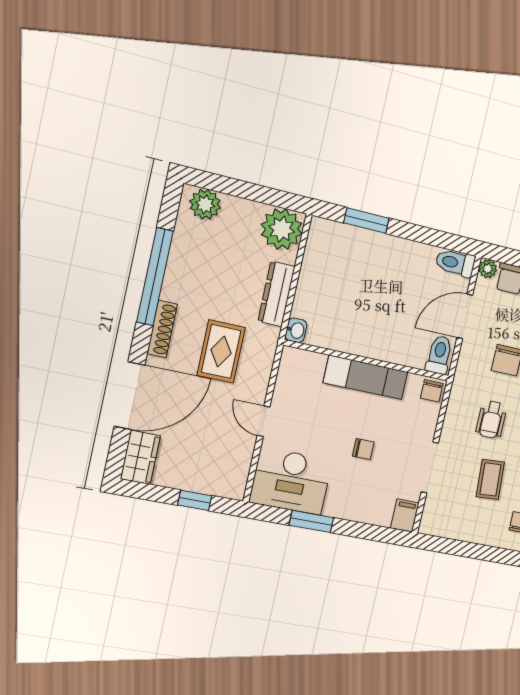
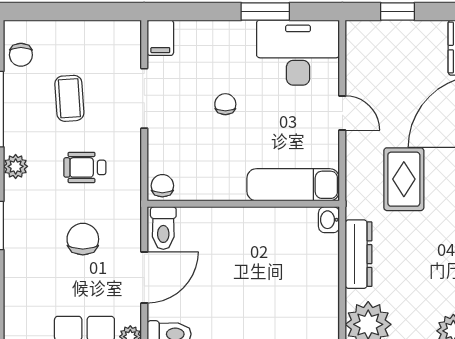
exam couch: (366, 377) -> (293, 185), moved
wheelchair: (491, 420) -> (85, 167), turned -90
chair: (363, 449) -> (225, 104), turned 90

